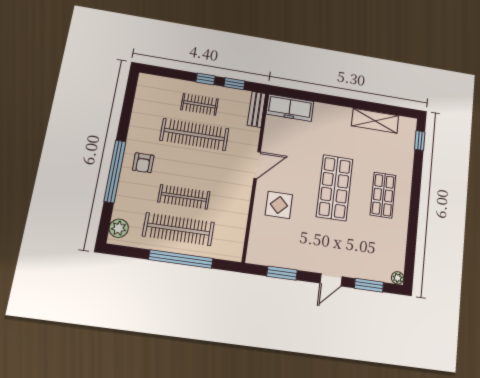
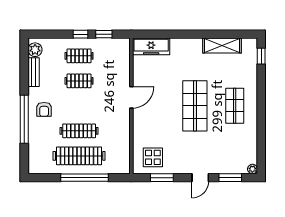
bench: (257, 109) -> (34, 72), moved
clothes rail: (194, 135) -> (79, 81), width x0.54, depth x0.76
display table: (279, 205) -> (153, 157), moved
plant: (119, 228) -> (35, 50), moved

